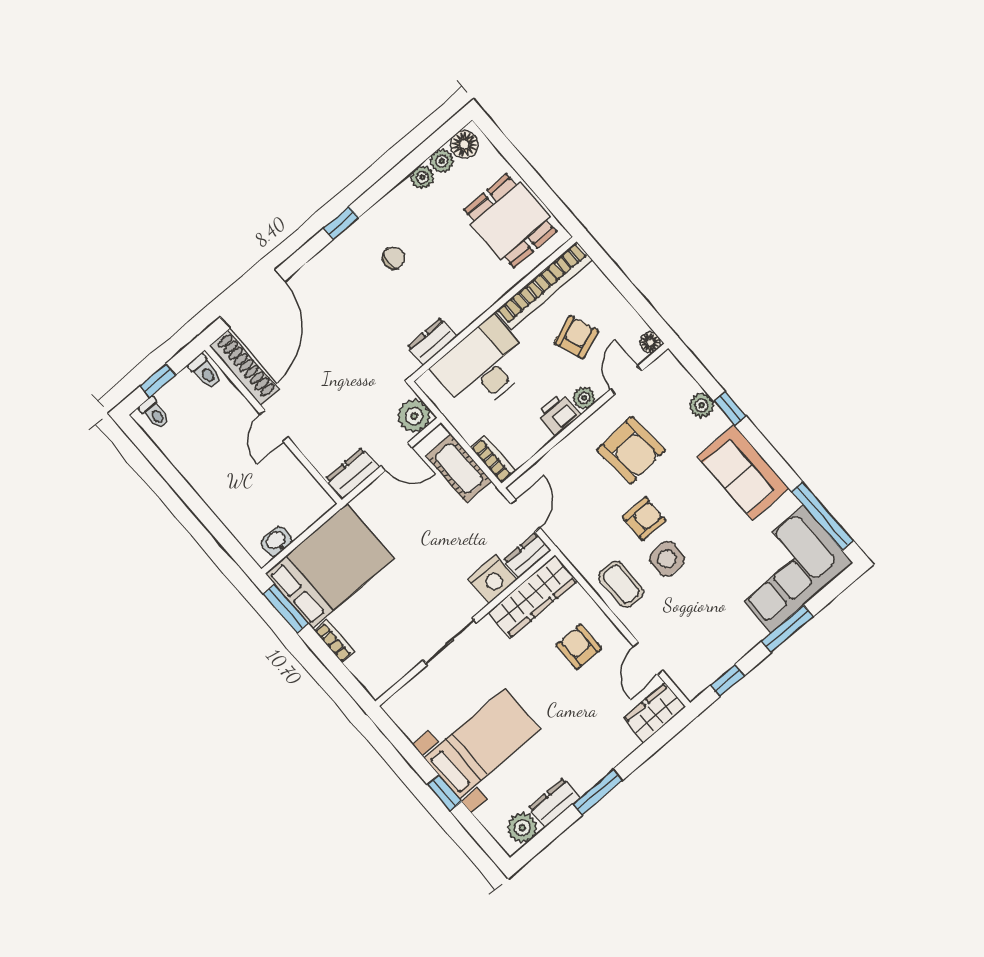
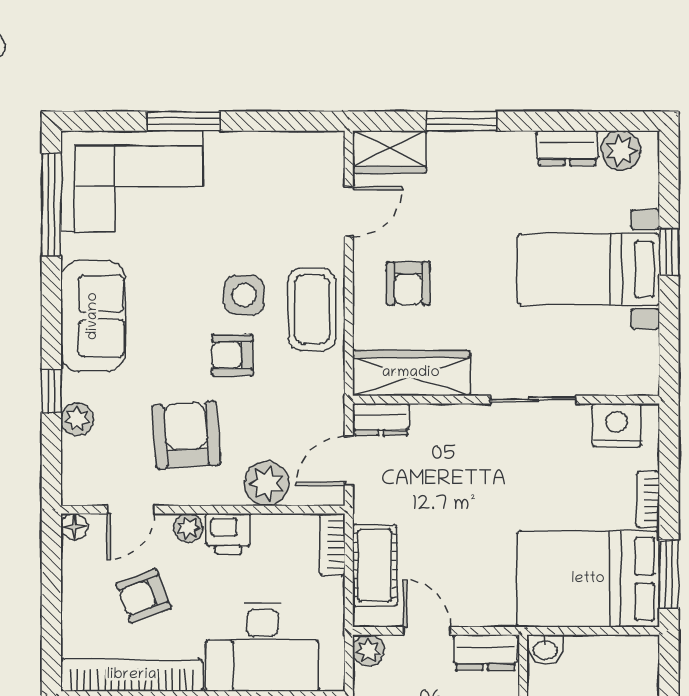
plant: (414, 416) -> (368, 650), width x0.73, depth x0.73
plant: (561, 462) -> (266, 484), added
washbasin: (277, 541) -> (545, 649), moved
nightstand: (492, 579) -> (617, 425), moved
coffee table: (621, 584) -> (312, 309), width x1.36, depth x1.30
window: (727, 680) -> (288, 121), removed
window: (597, 792) -> (462, 121), moved

